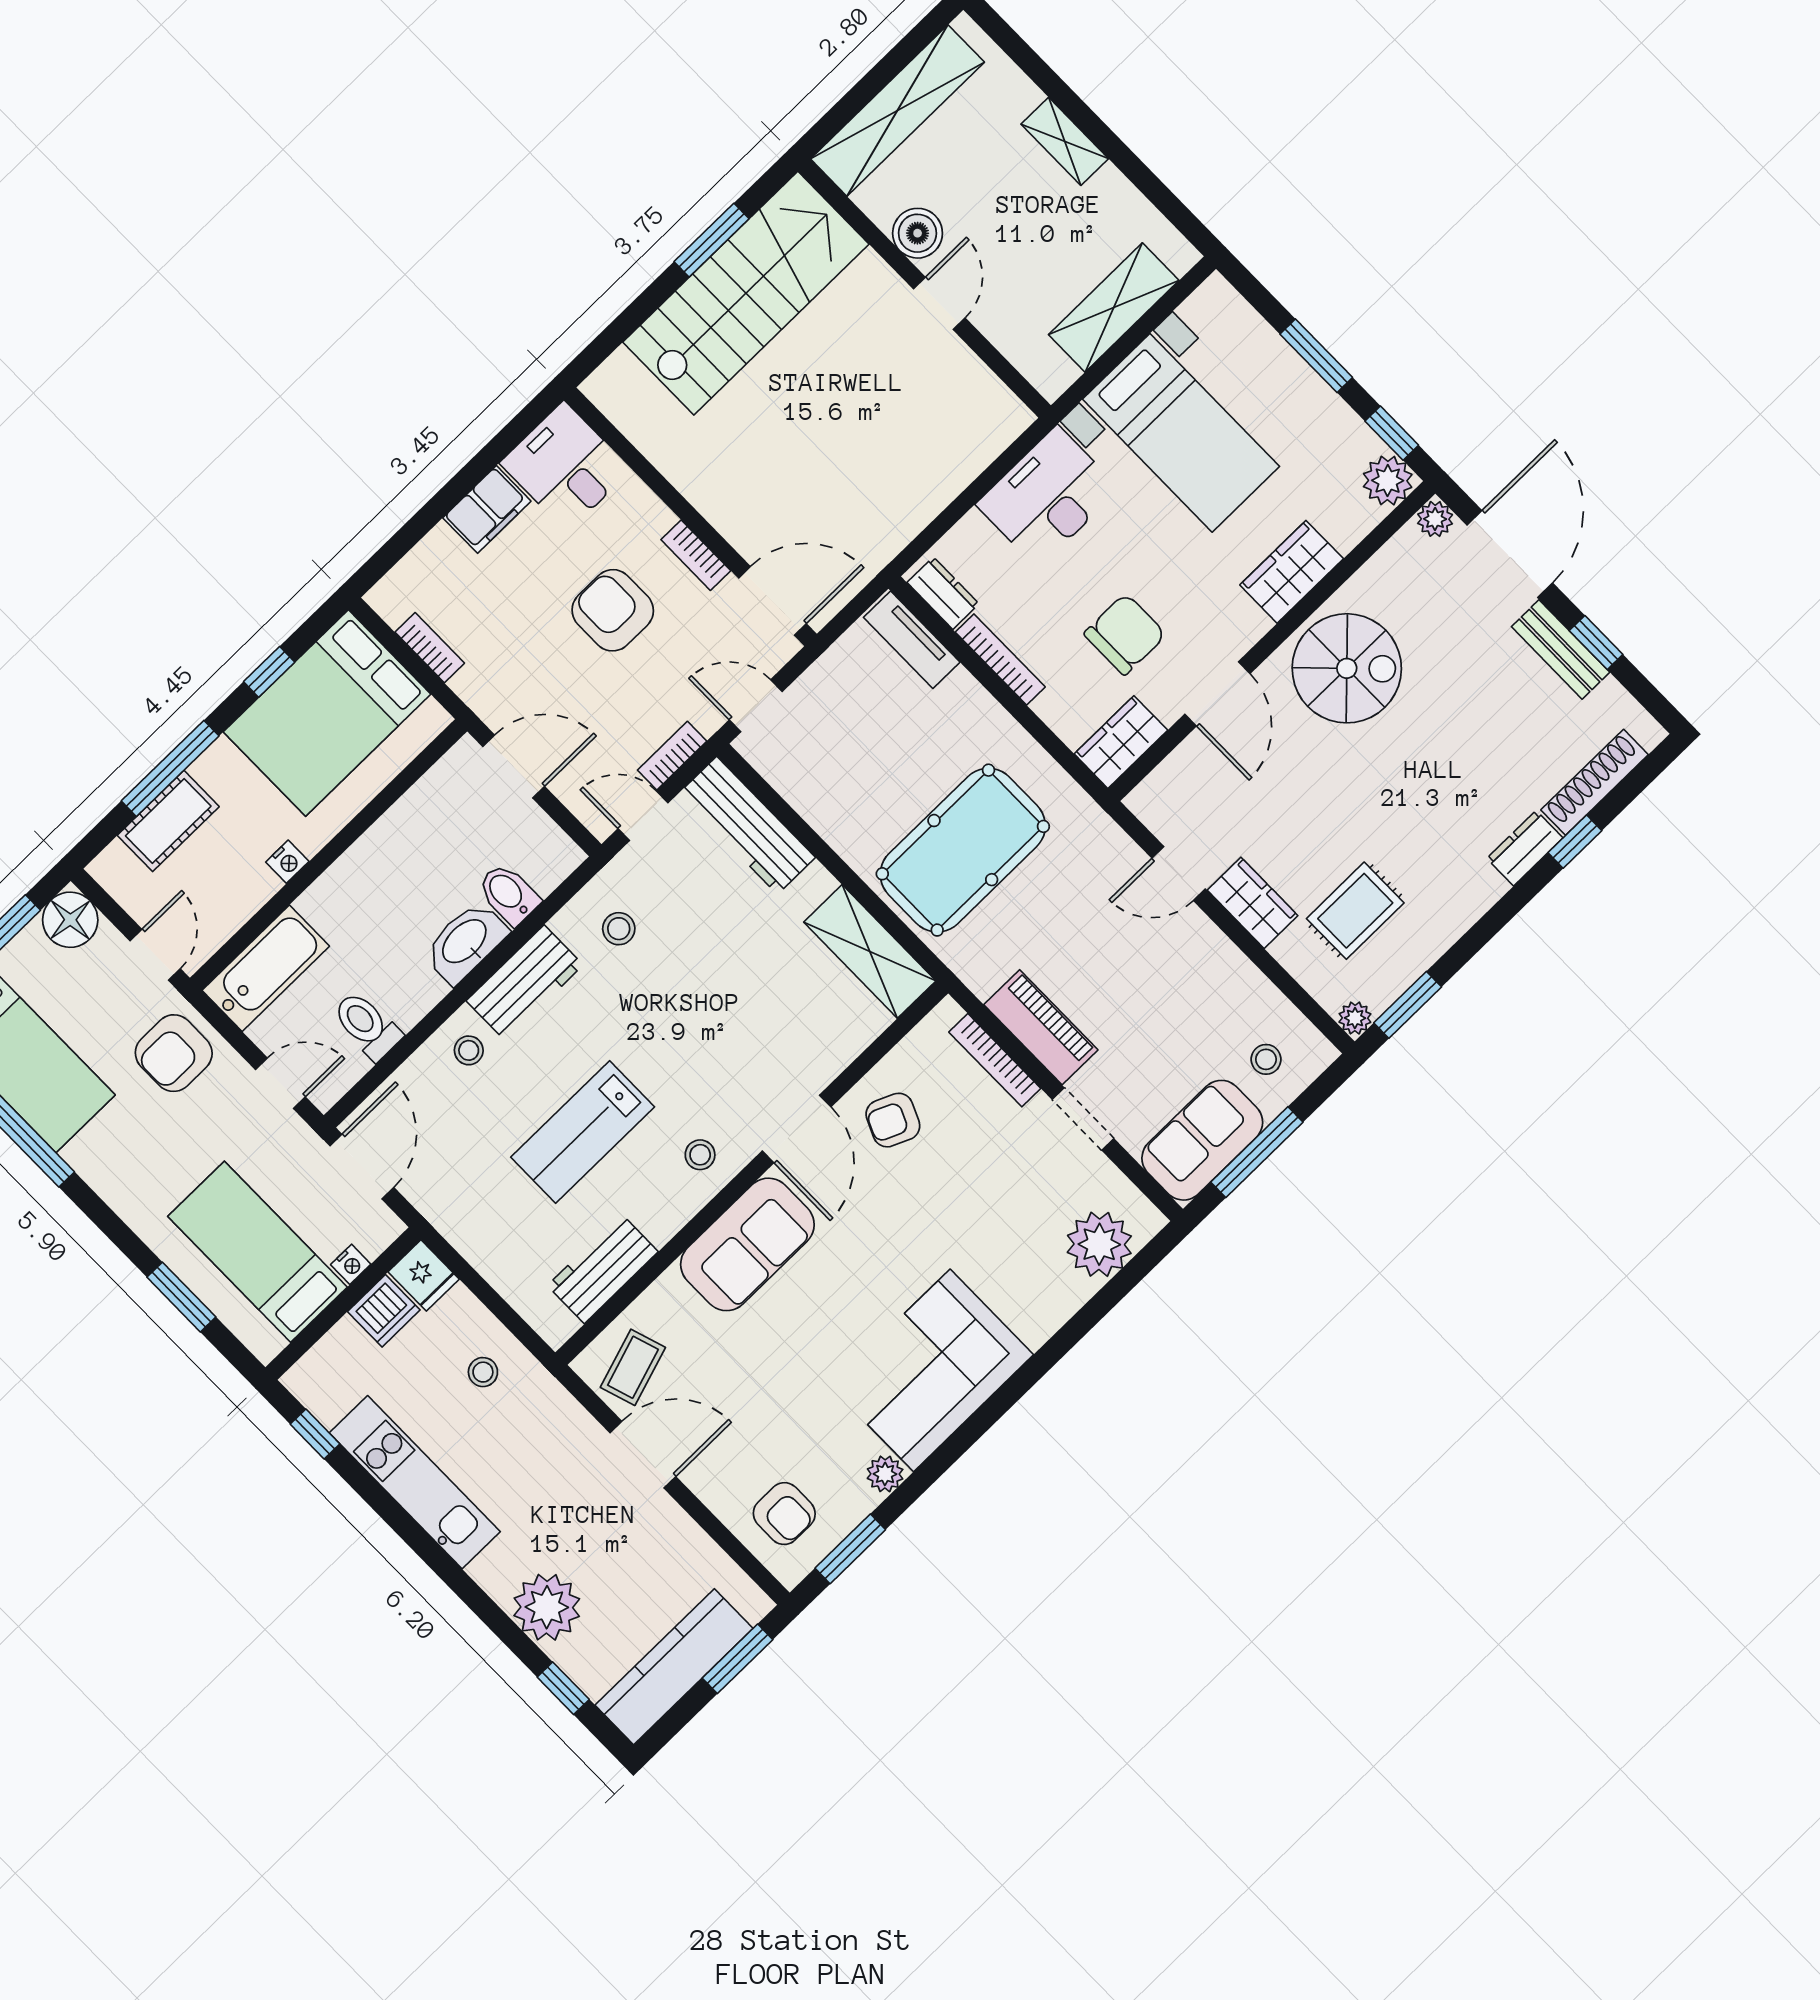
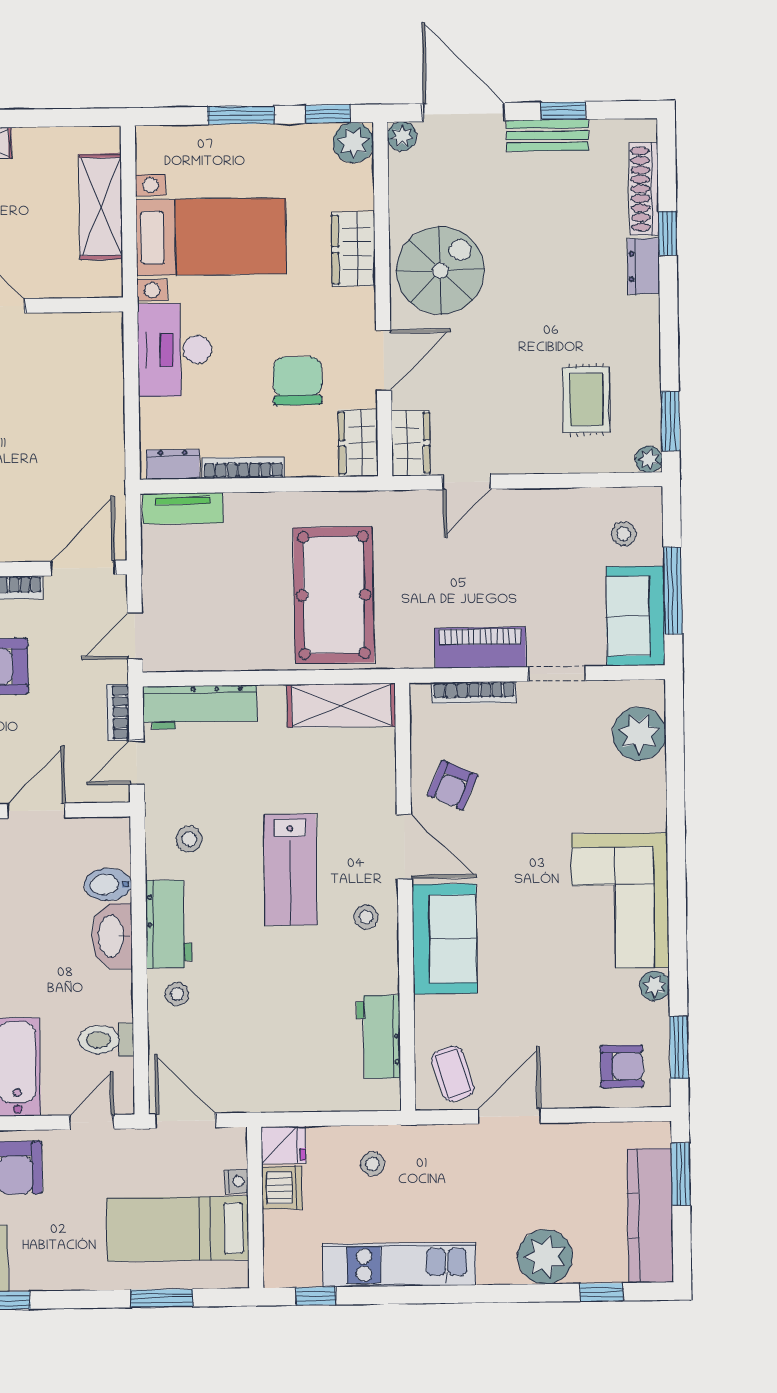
door: (1217, 694) -> (384, 360), hinge flipped
wardrobe: (1253, 903) -> (411, 443), moved, turned 90
lab bench: (583, 1132) -> (290, 870), moved

